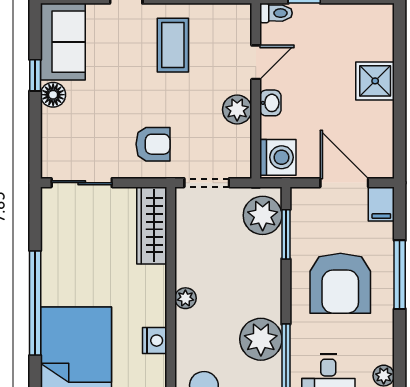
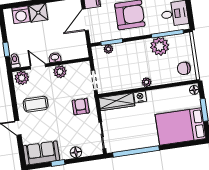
plant: (236, 23) -> (22, 78), added
floor lamp: (53, 95) -> (76, 152), moved
washing machine: (278, 157) -> (21, 15), moved, turned 180
plant: (263, 215) -> (108, 49), width x0.53, depth x0.53
window: (35, 303) -> (136, 151), moved
nightstand: (155, 341) -> (140, 97), moved

